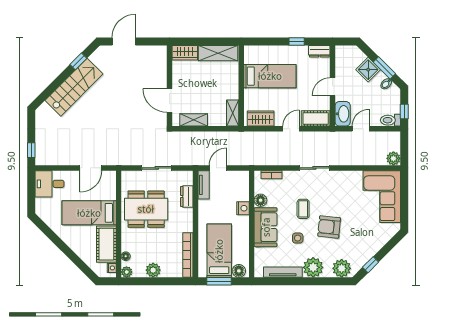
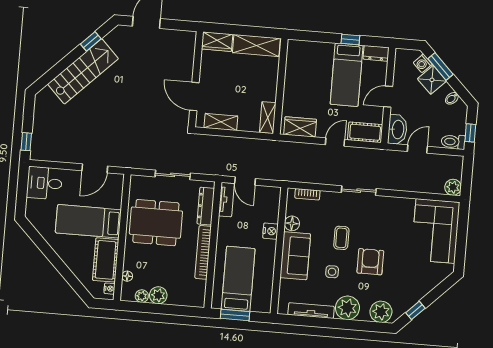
washing machine: (359, 56) -> (423, 63), added
window: (384, 68) -> (440, 66), moved
bed: (270, 76) -> (347, 75), moved, turned 90
door: (218, 168) -> (245, 181), swing flipped
dresser: (187, 196) -> (206, 206), width x1.44
armchair: (329, 227) -> (370, 262), turned 84
bookcase: (188, 255) -> (203, 252), moved
floor lamp: (239, 271) -> (259, 305), removed
plant: (127, 272) -> (142, 296), moved

